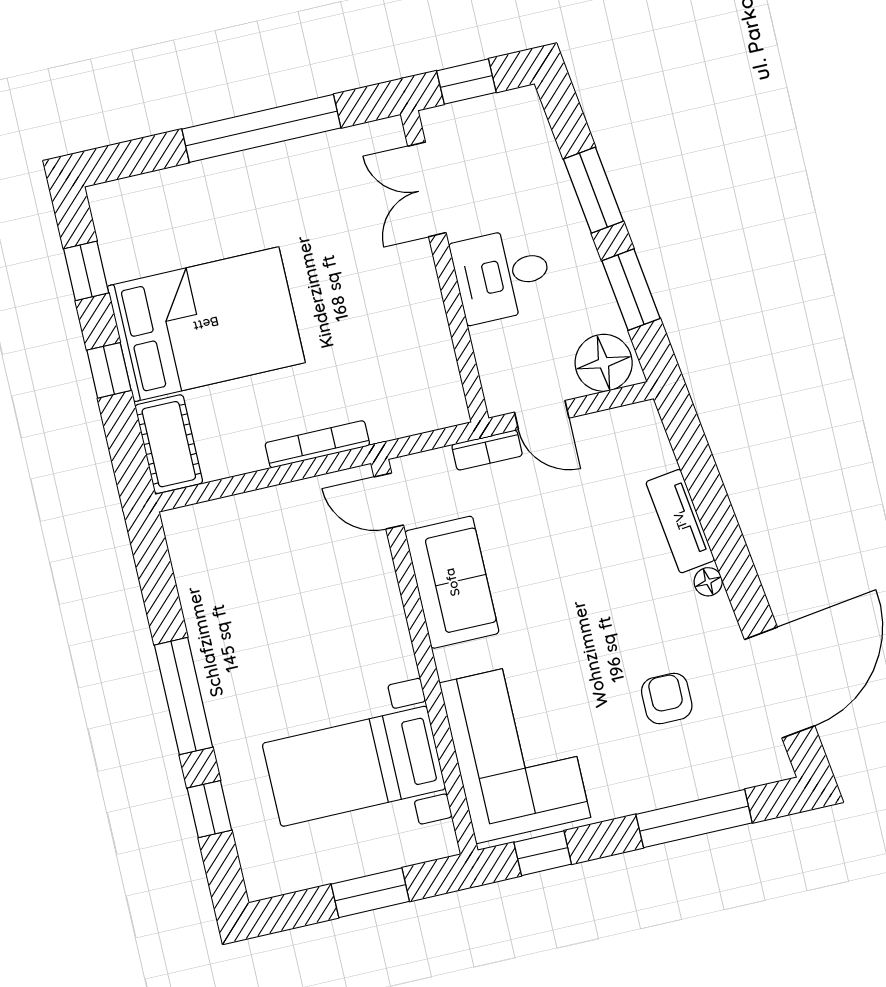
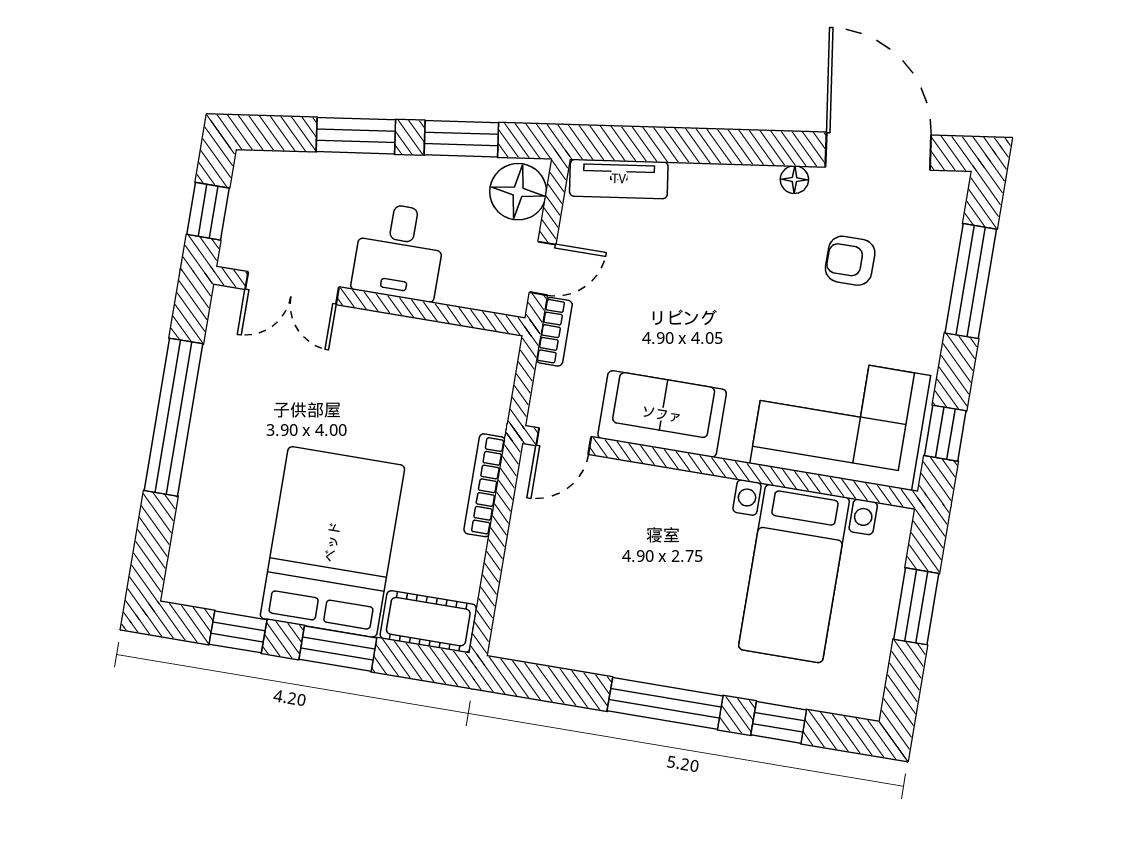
window: (109, 370) -> (338, 649), width x1.50
tv unit: (680, 521) -> (619, 179), moved
floor lamp: (708, 582) -> (794, 180), moved

